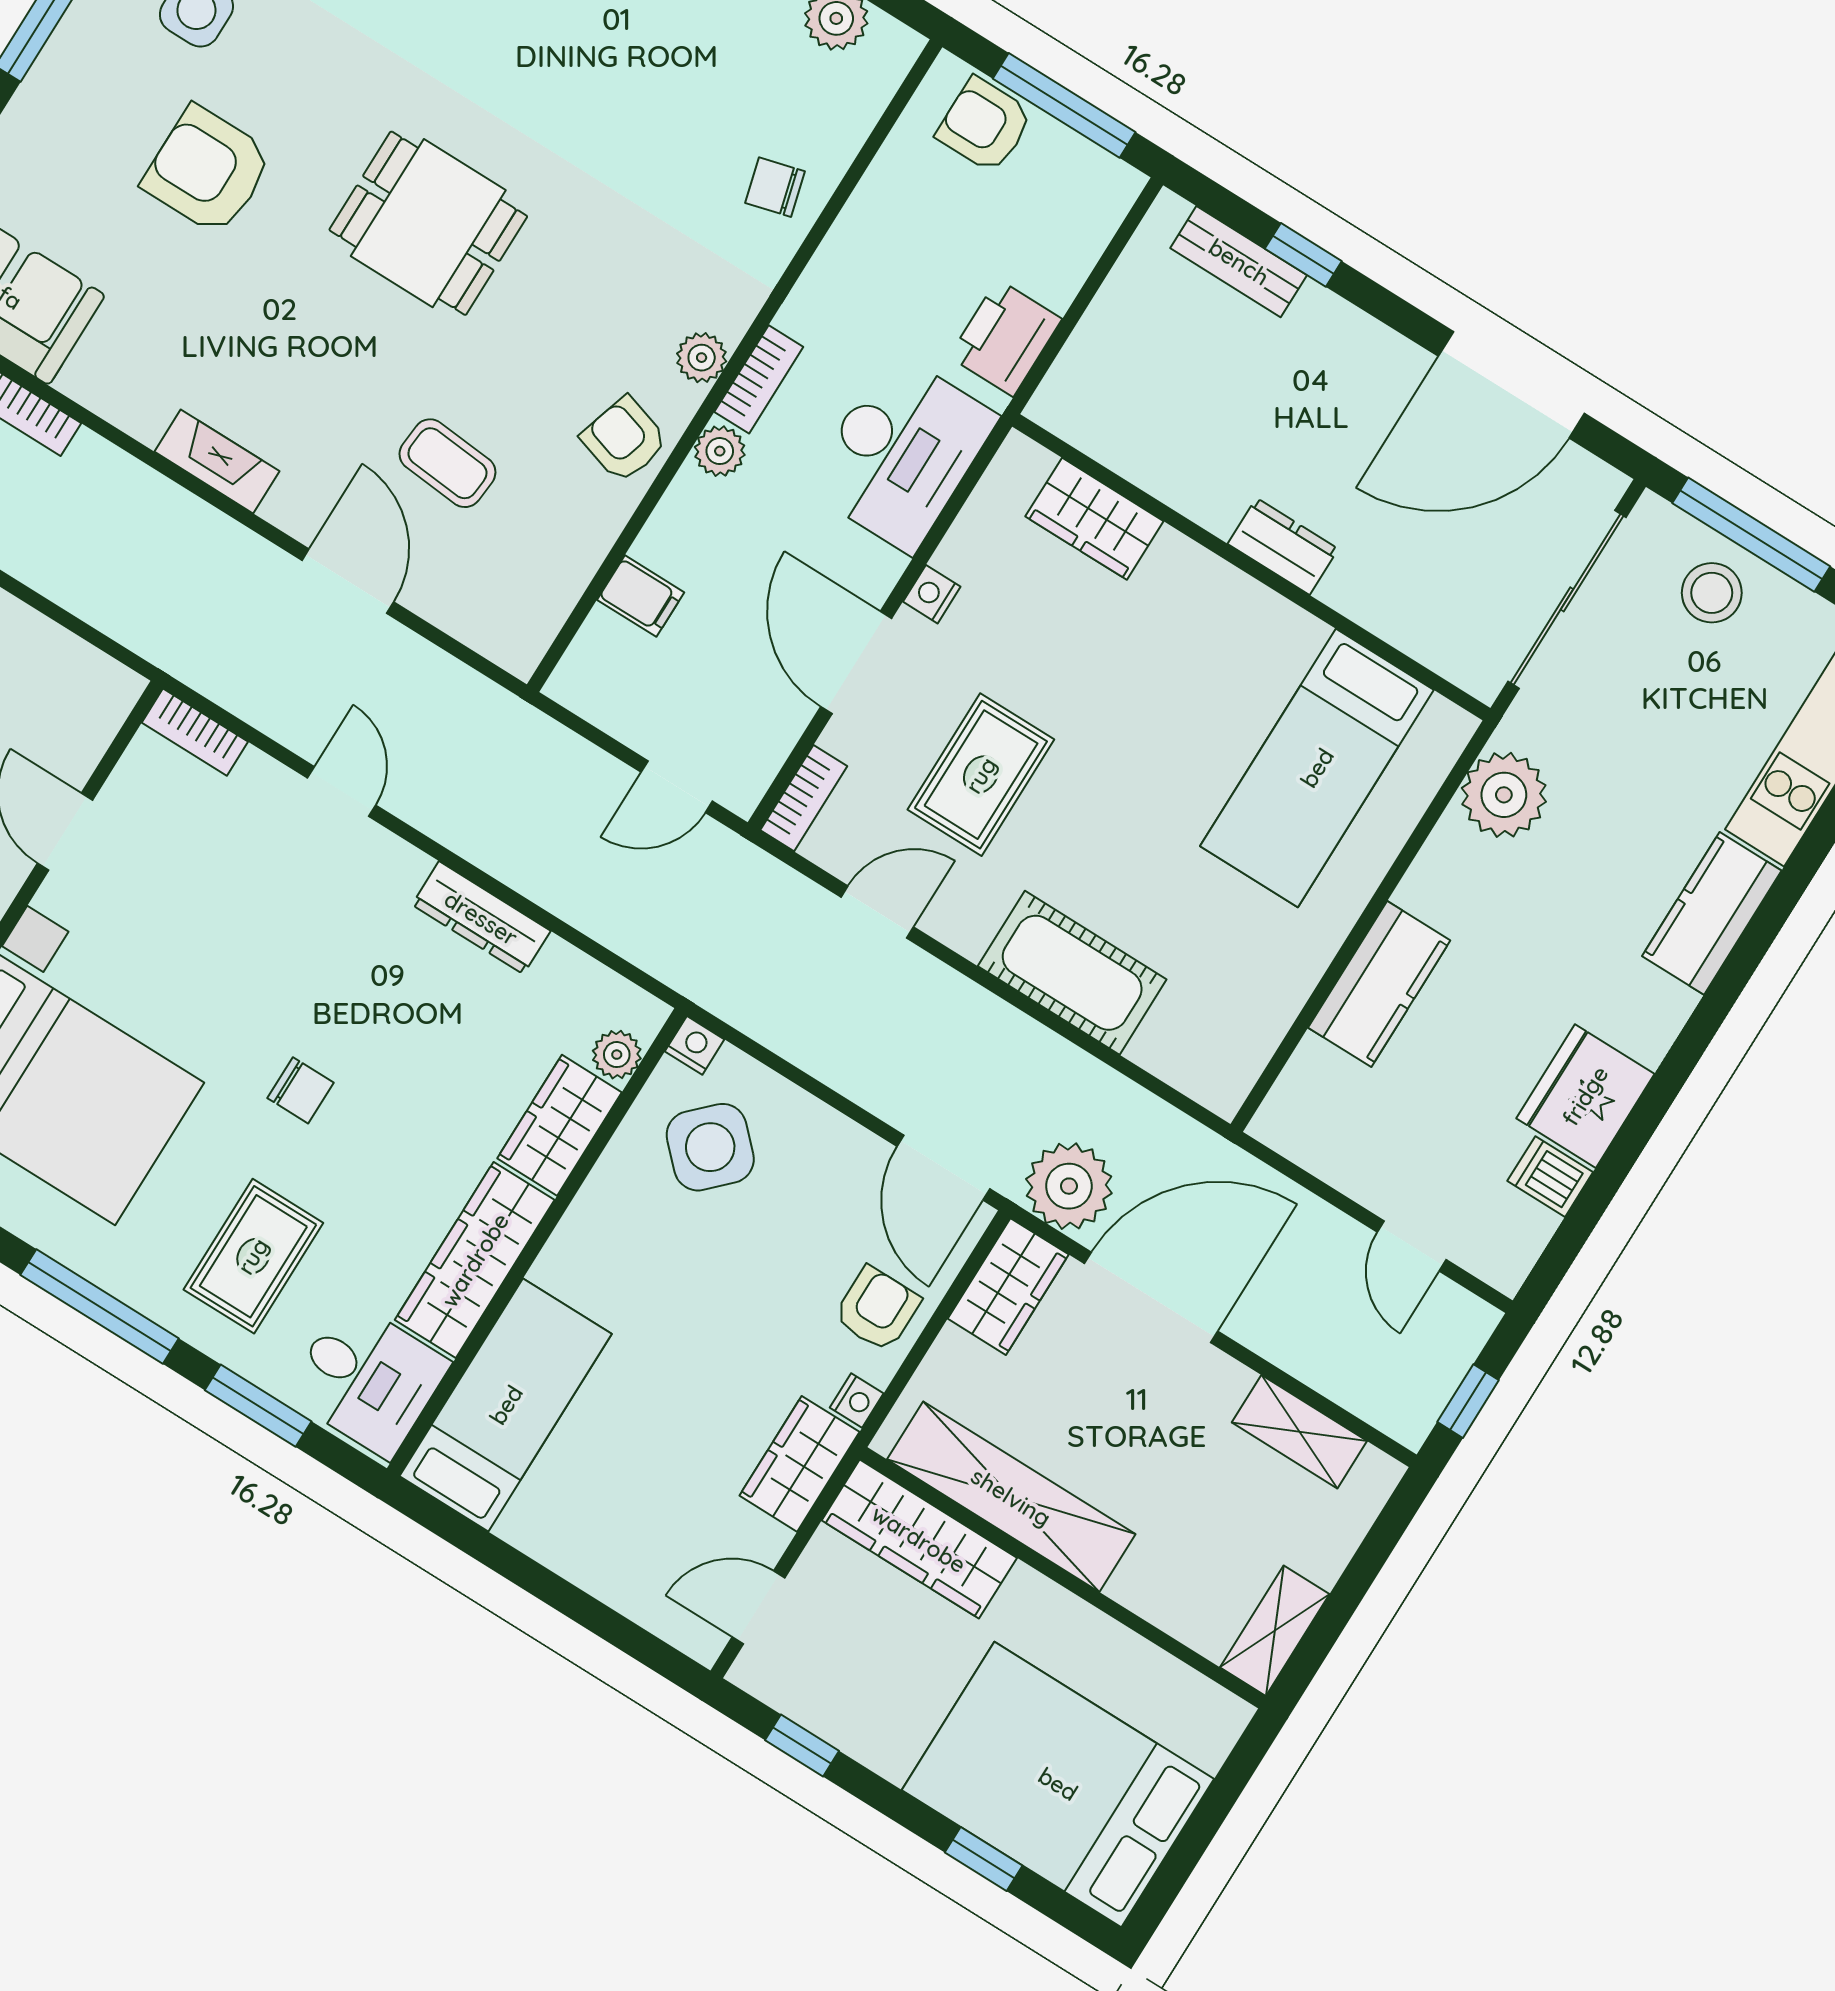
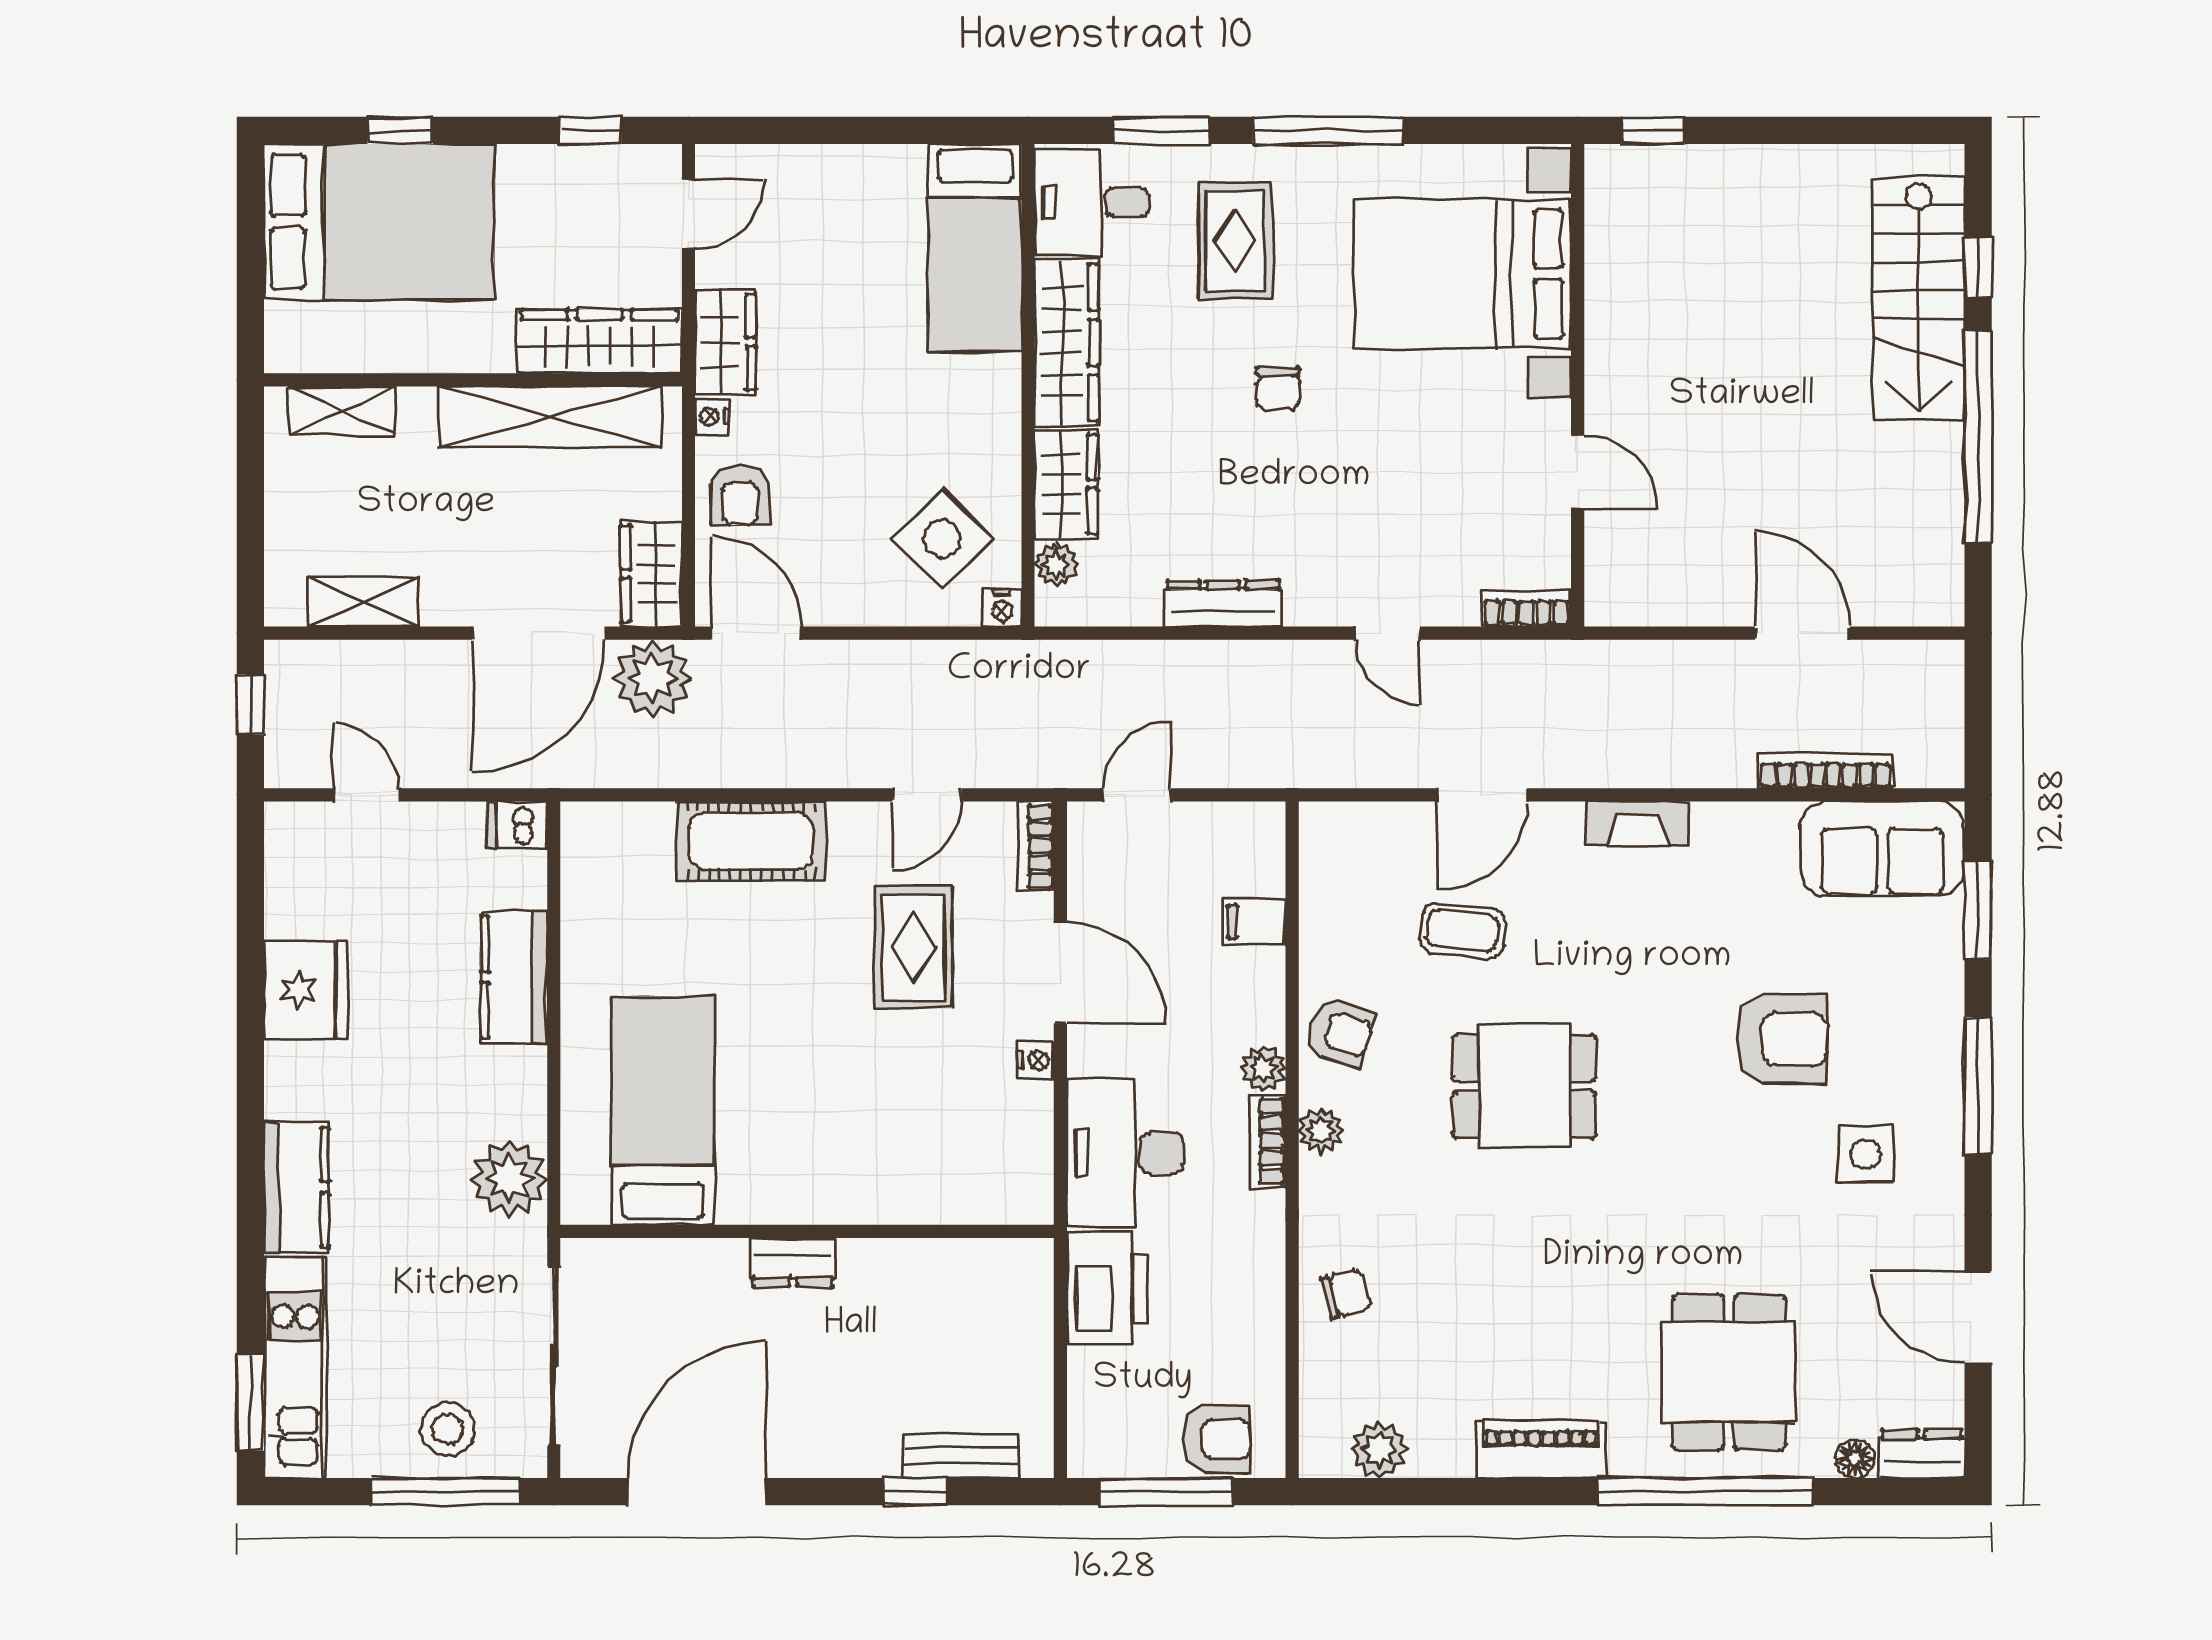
dining table: (428, 223) -> (1524, 1086), moved
printer: (1005, 338) -> (1108, 1289), width x1.37, depth x1.19
wardrobe: (1094, 519) -> (948, 1194), removed
door: (348, 581) -> (1482, 795), hinge flipped
chair: (301, 1090) -> (1278, 388), turned -90
dishwasher: (1550, 1177) -> (517, 825), moved, turned 180
shelving: (1275, 1631) -> (342, 410), moved, turned 90

